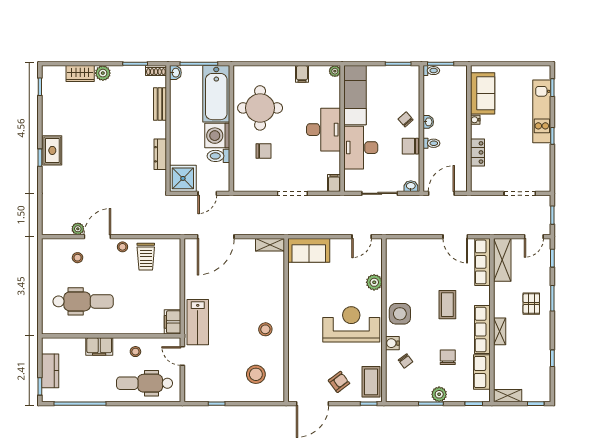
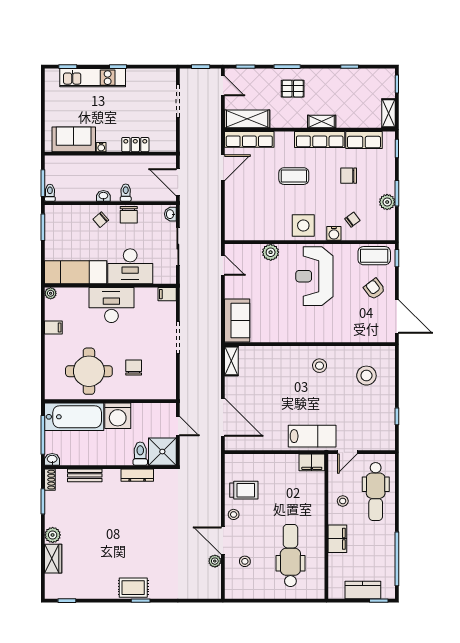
toilet: (218, 156) -> (140, 454), moved, turned 180
plant: (439, 394) -> (387, 202), moved

